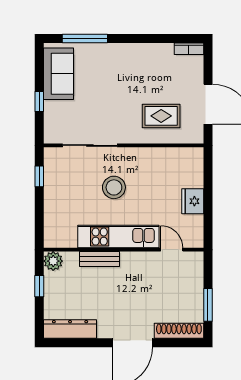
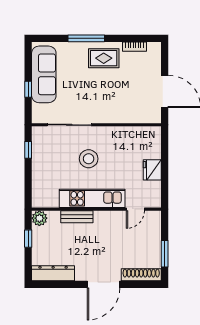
window: (85, 38) -> (86, 38), moved
bookcase: (189, 49) -> (135, 47), moved
sofa: (59, 74) -> (44, 74), width x1.36
rug: (161, 116) -> (104, 58), moved
door: (172, 250) -> (135, 209), swing flipped

